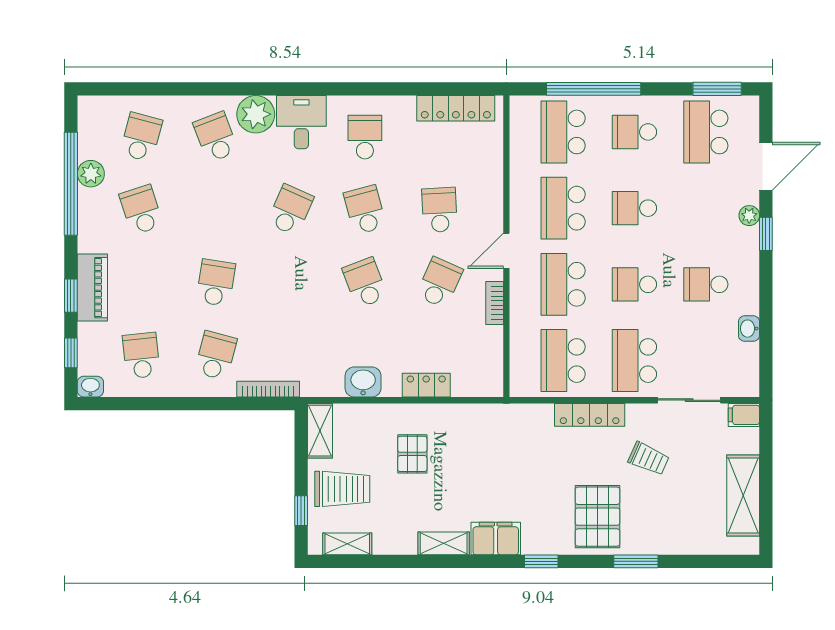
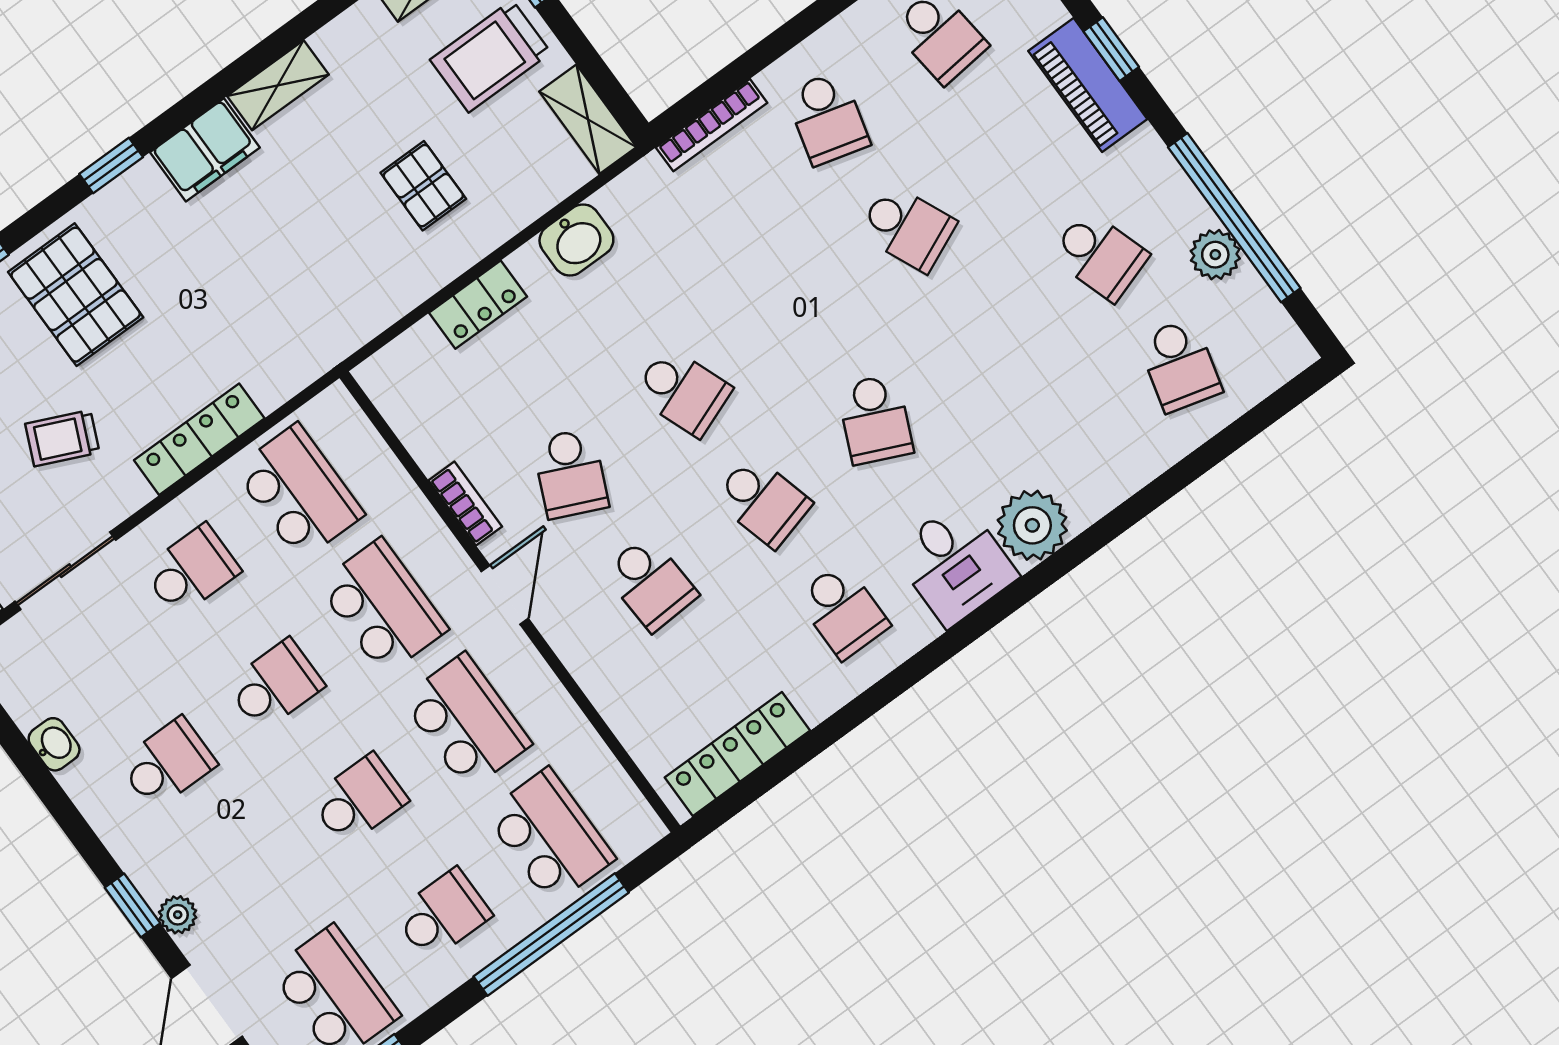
school desk: (216, 137) -> (1067, 447), removed
school desk: (216, 283) -> (907, 228), turned -33
school desk: (634, 361) -> (191, 570), width x0.54

